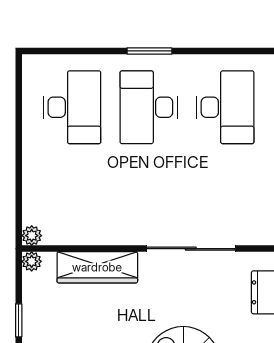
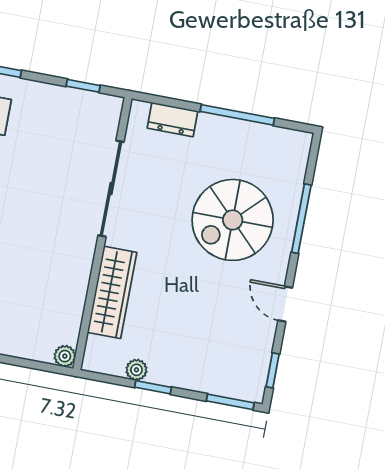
plant: (32, 261) -> (136, 370), moved

